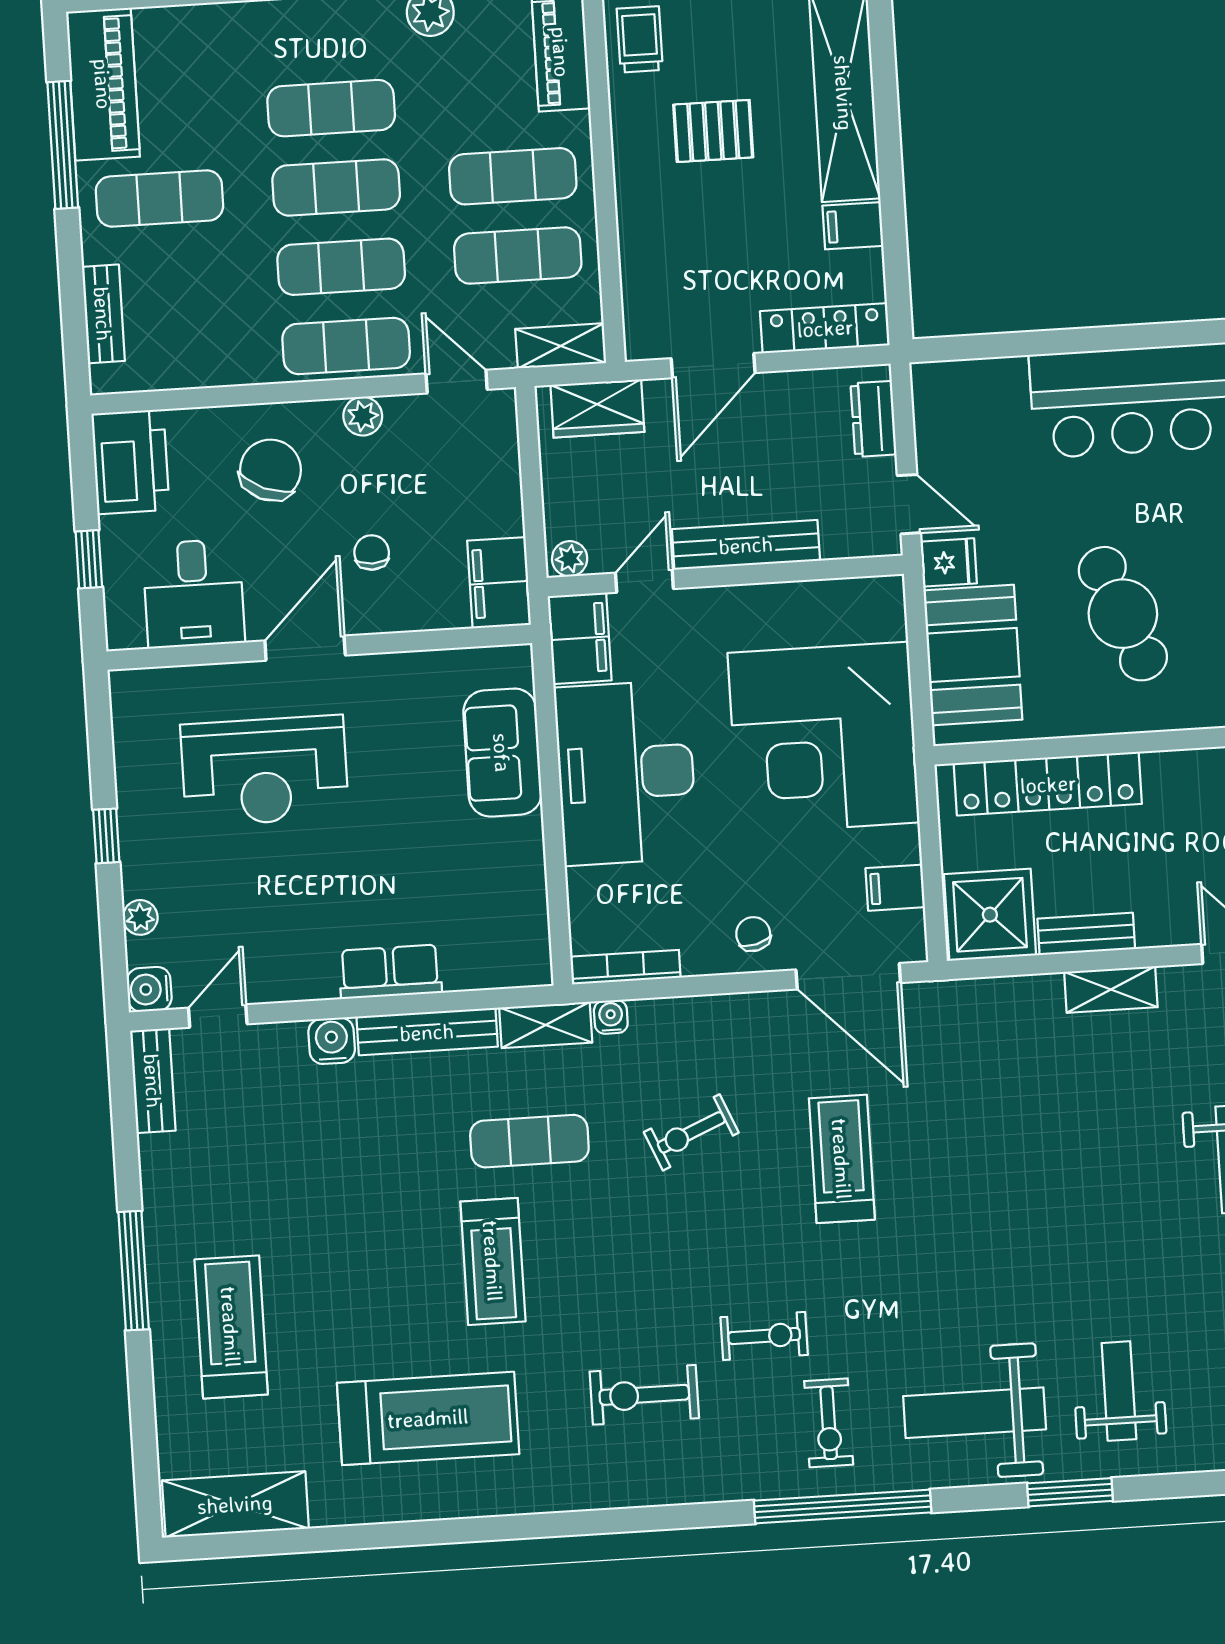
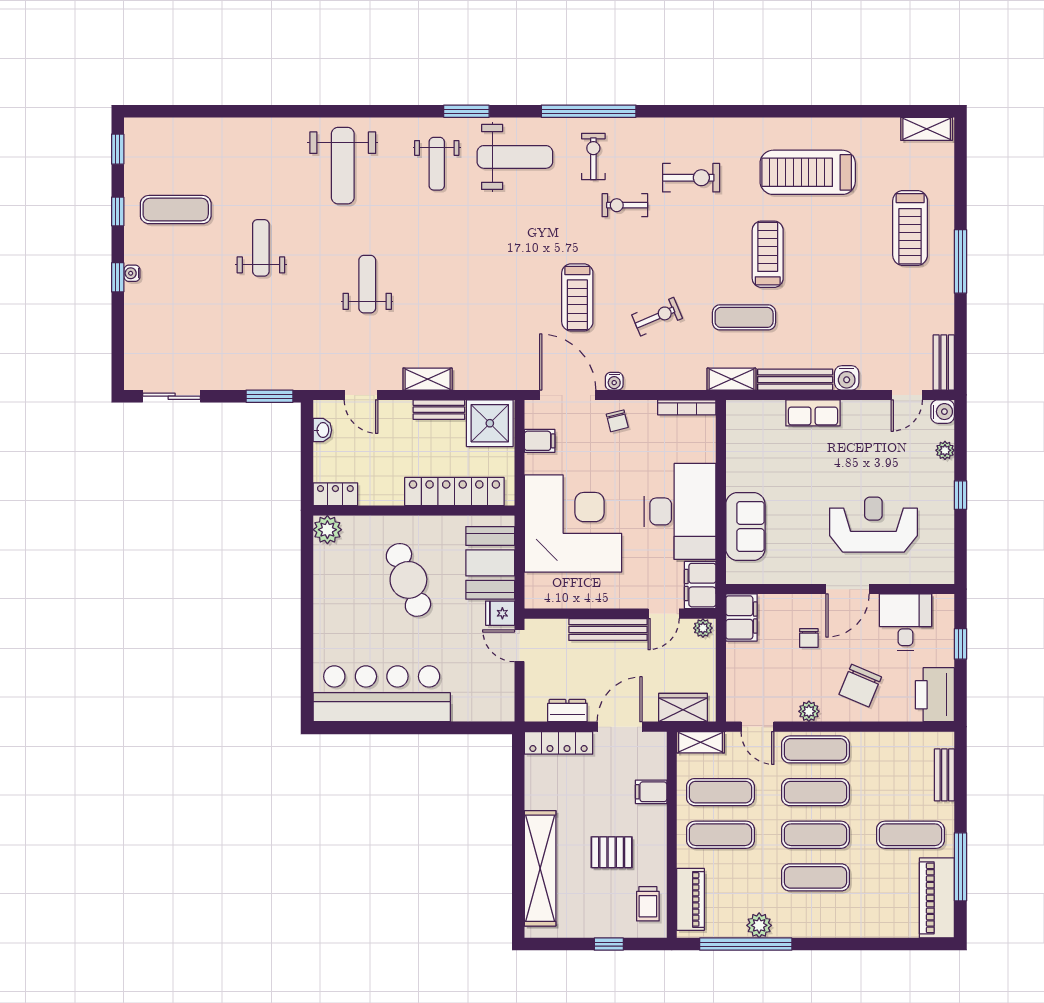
filing cabinet: (853, 226) -> (651, 792), moved, turned 180
dresser: (873, 419) -> (567, 711), moved, turned -90
water cooler: (611, 1017) -> (614, 381), moved
shelving: (235, 1504) -> (927, 129), width x0.67, depth x0.75

